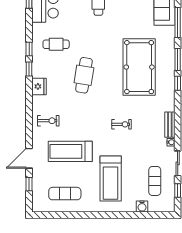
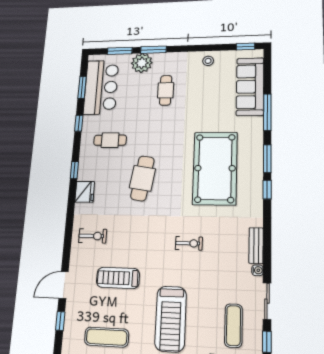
window: (29, 49) -> (79, 123), moved
treadmill: (70, 151) -> (118, 278), width x0.73, depth x0.73

